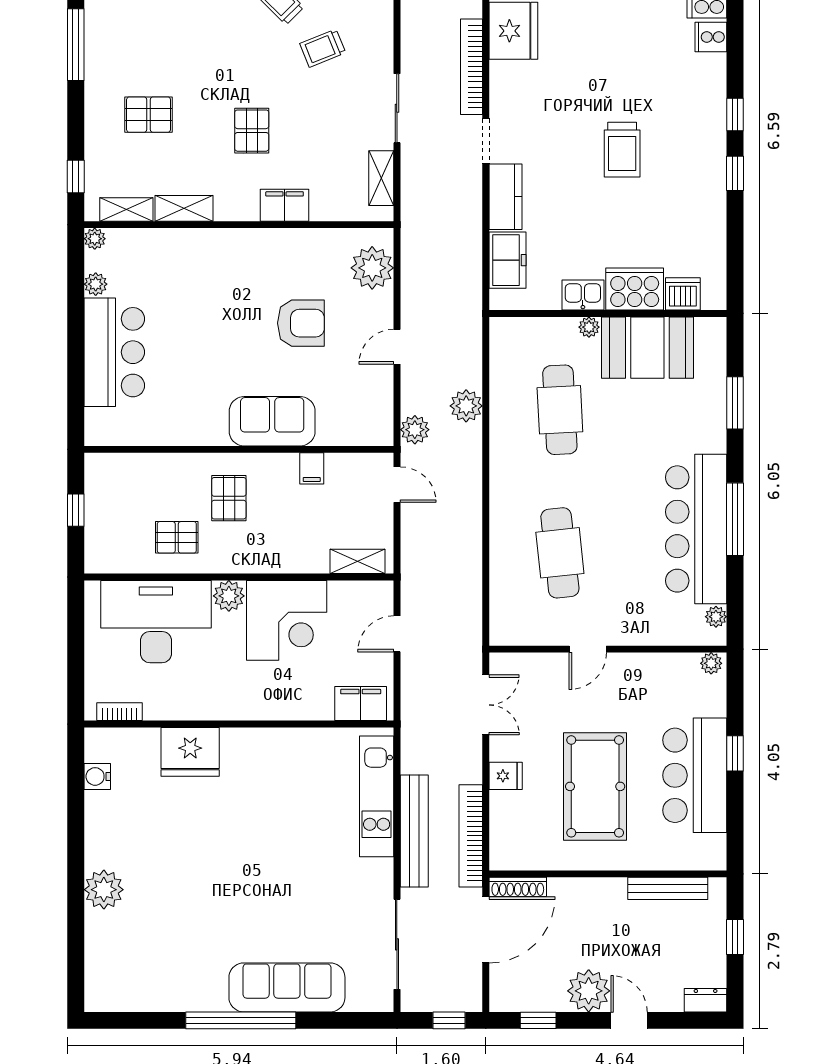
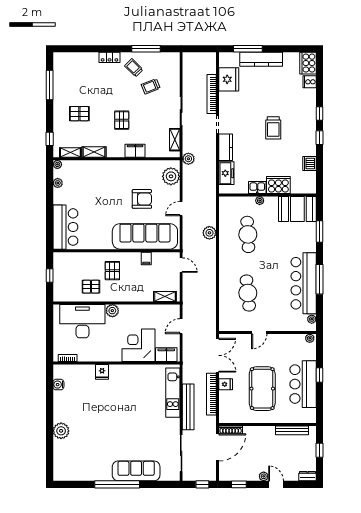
dishwasher: (683, 294) -> (309, 164), moved, turned -90
booth: (647, 348) -> (297, 209), moved
bar counter: (114, 352) -> (65, 227), moved
sofa: (272, 421) -> (145, 236), width x1.85, depth x1.27
plant: (415, 430) -> (188, 159), moved
corner desk: (287, 620) -> (138, 345), moved, turned 180
double door: (486, 705) -> (217, 355), width x1.37
fridge: (190, 752) -> (102, 372), width x0.53, depth x0.75
bookcase: (471, 836) -> (211, 394), moved
plant: (589, 991) -> (264, 476), width x0.53, depth x0.53

